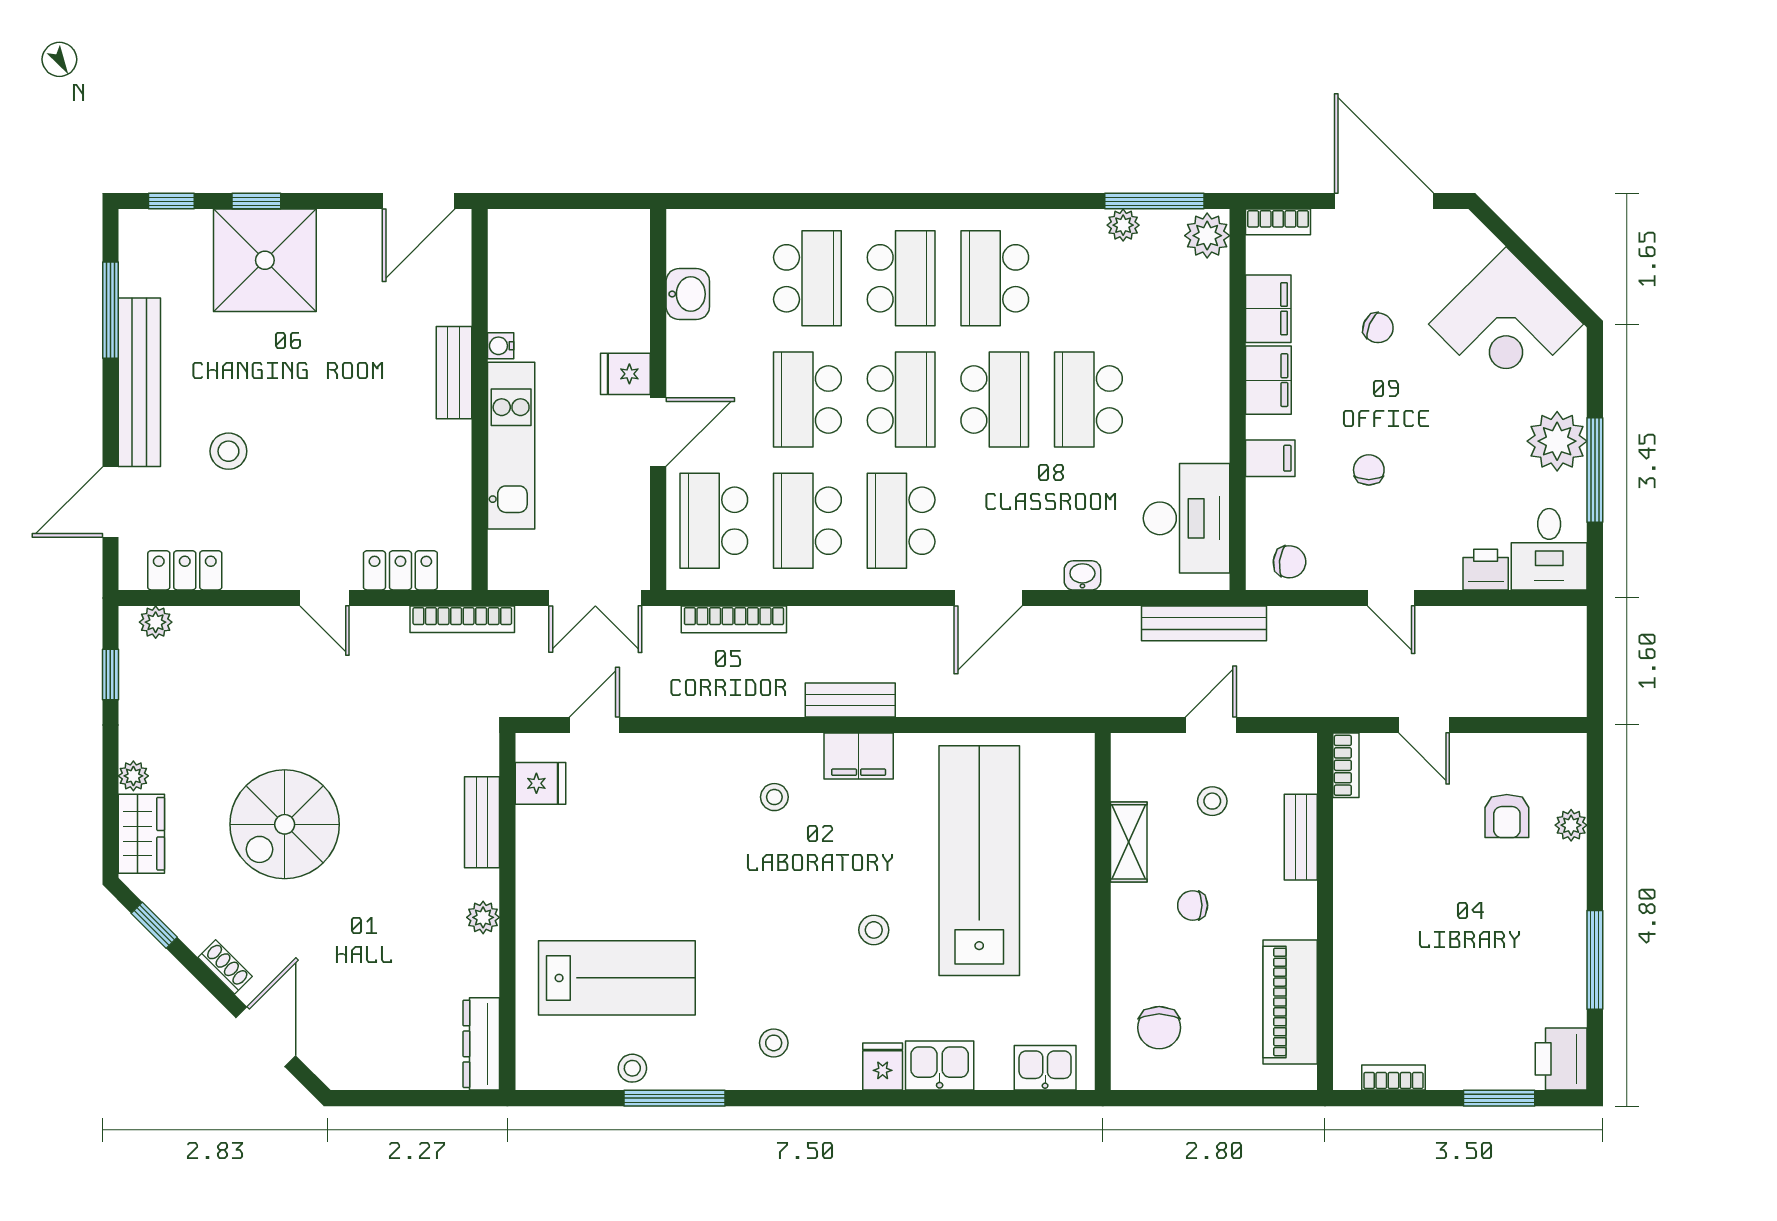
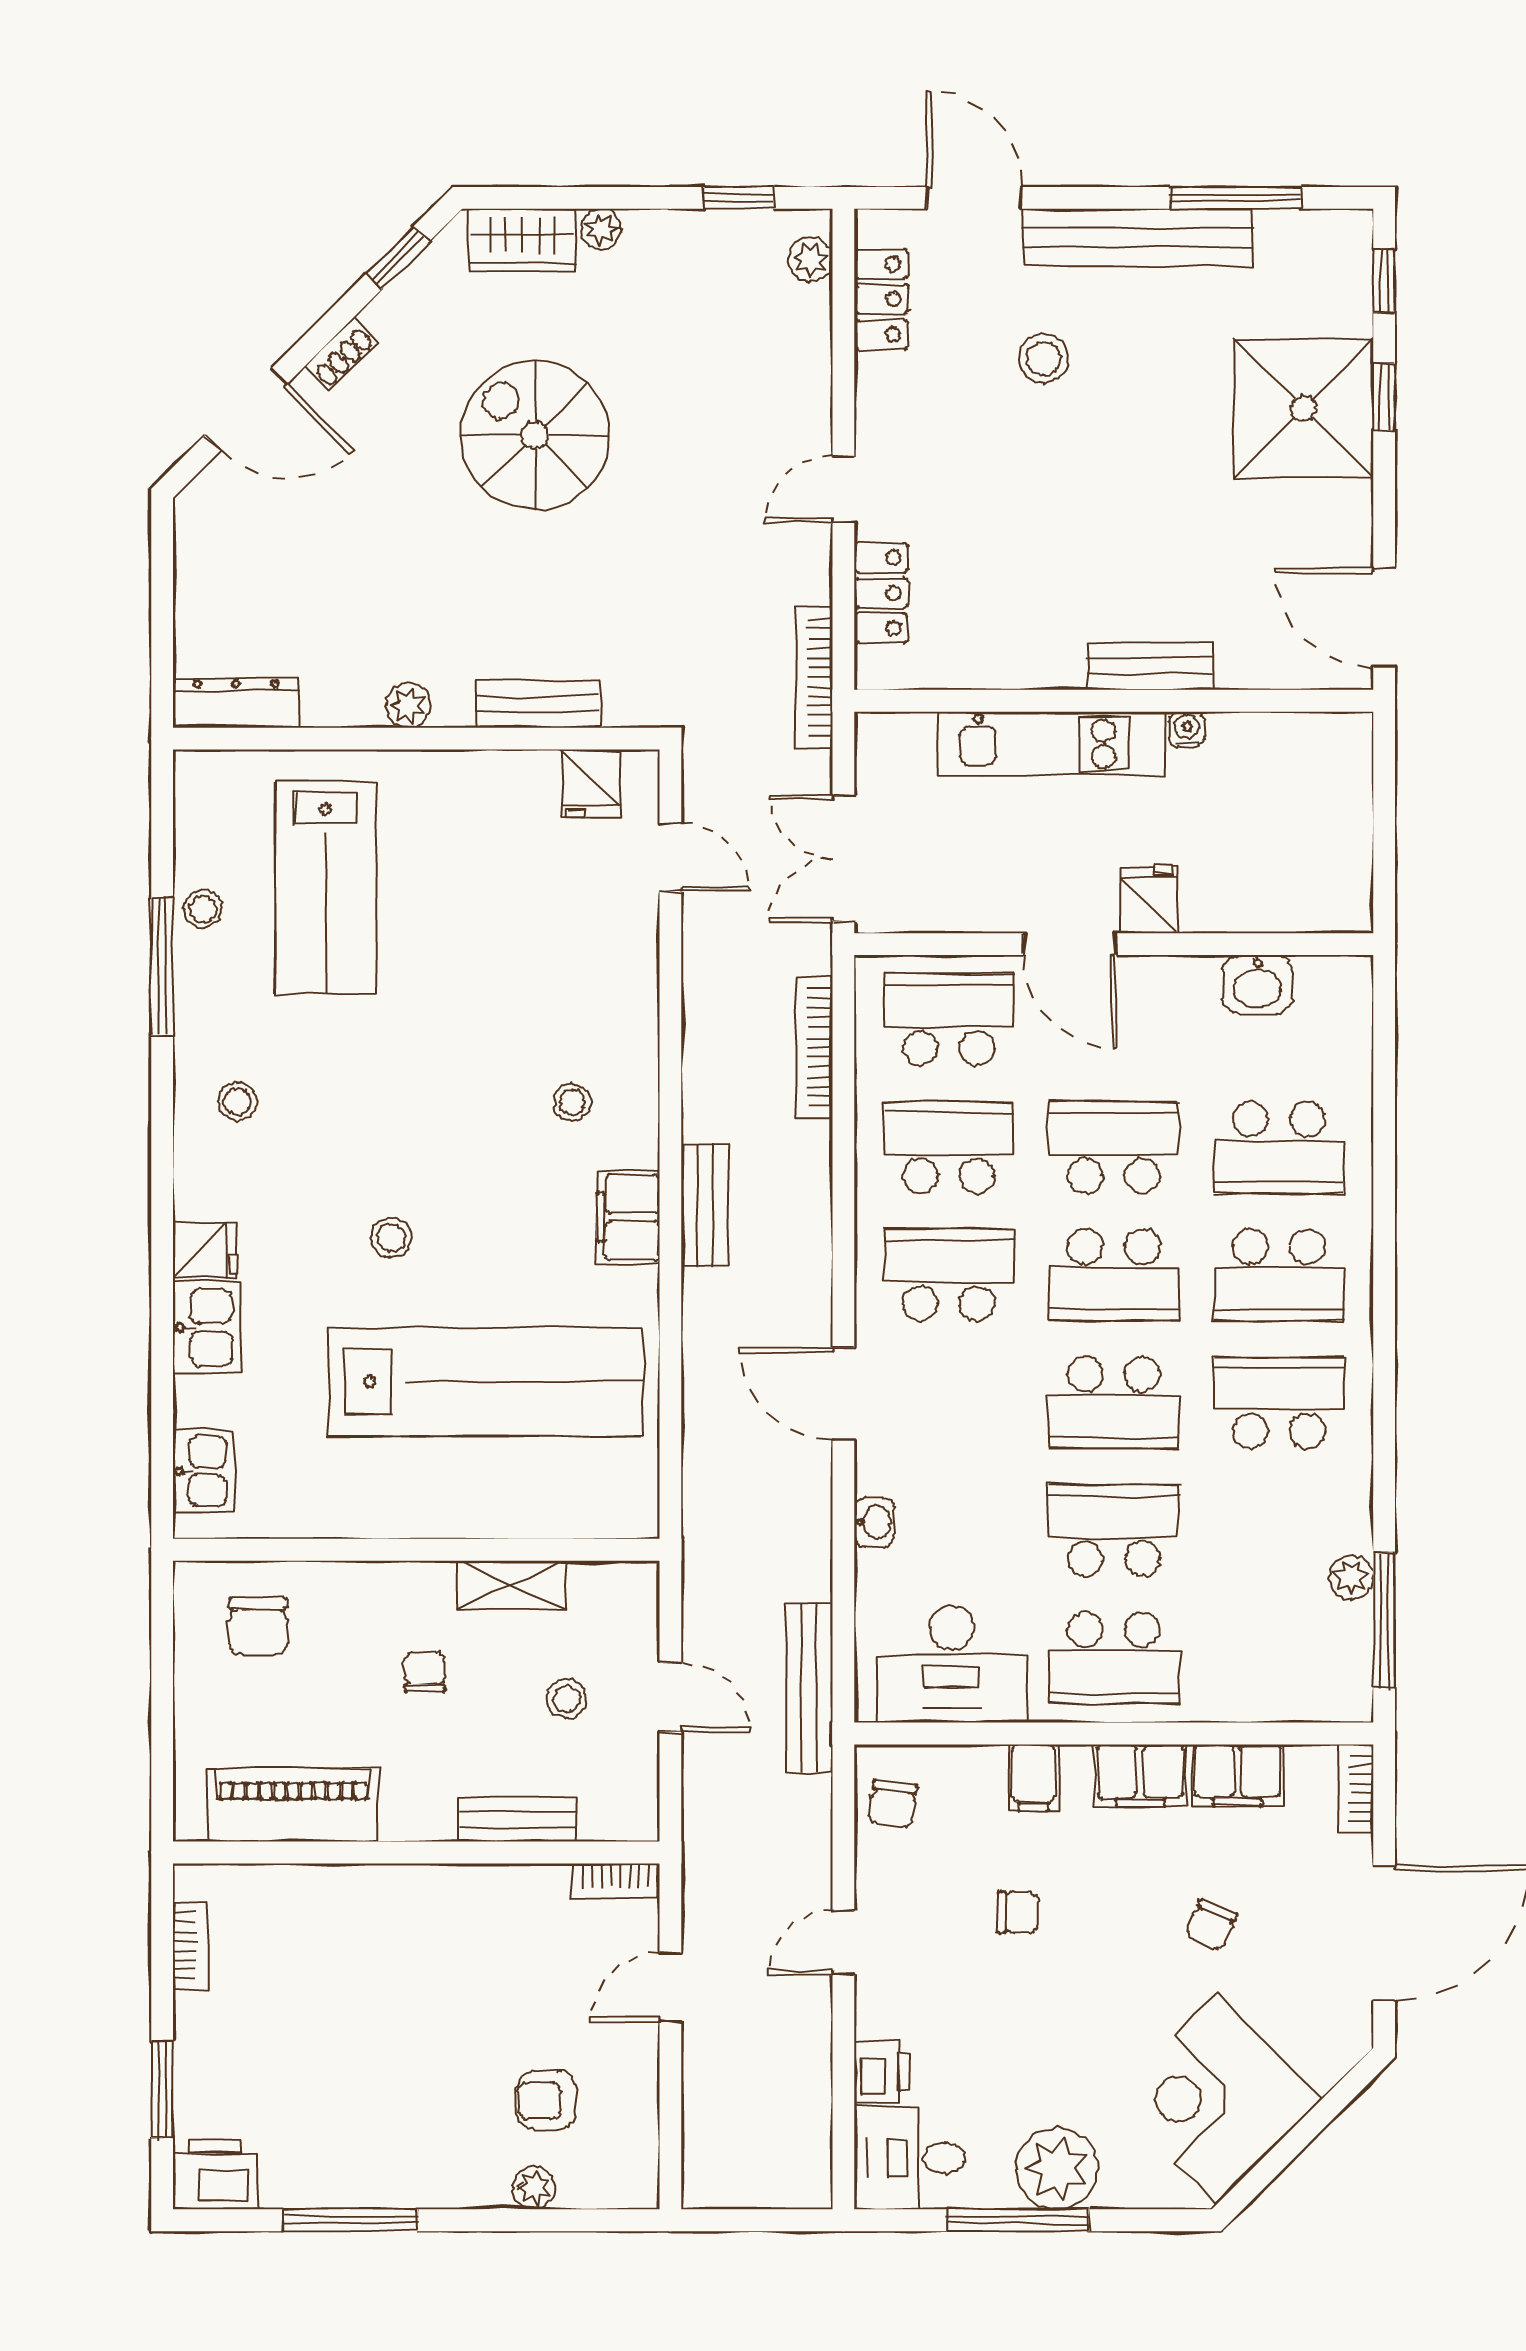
plant: (1207, 236) -> (1337, 1692), removed
school desk: (1182, 400) -> (1114, 1658), added
chair: (1159, 1028) -> (258, 1627), turned -90

